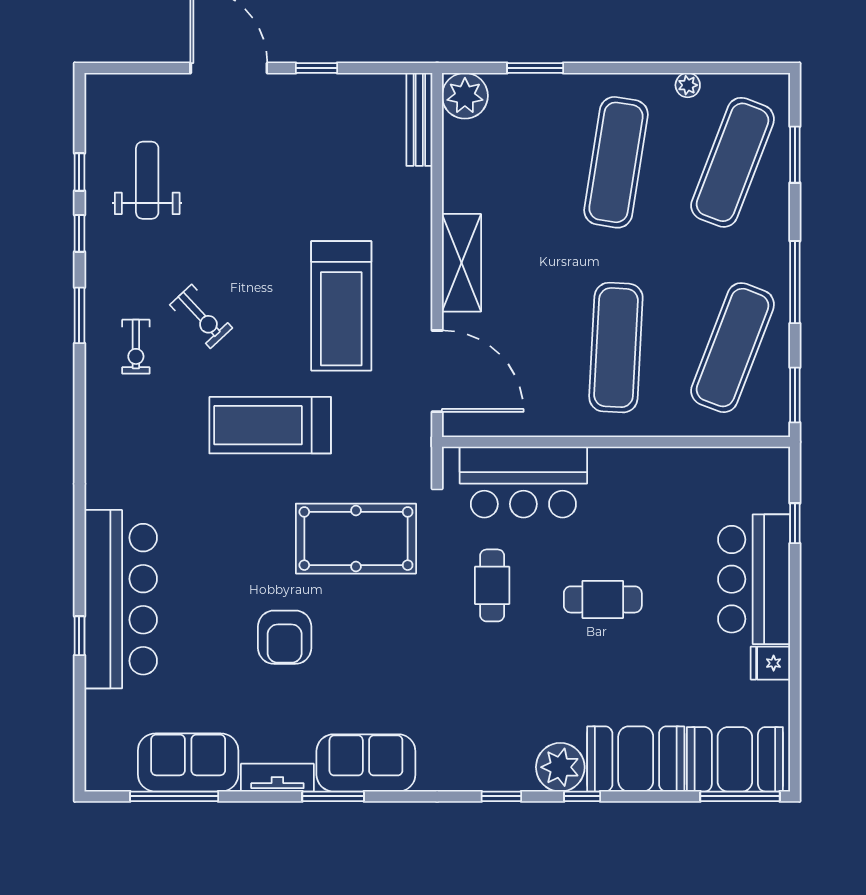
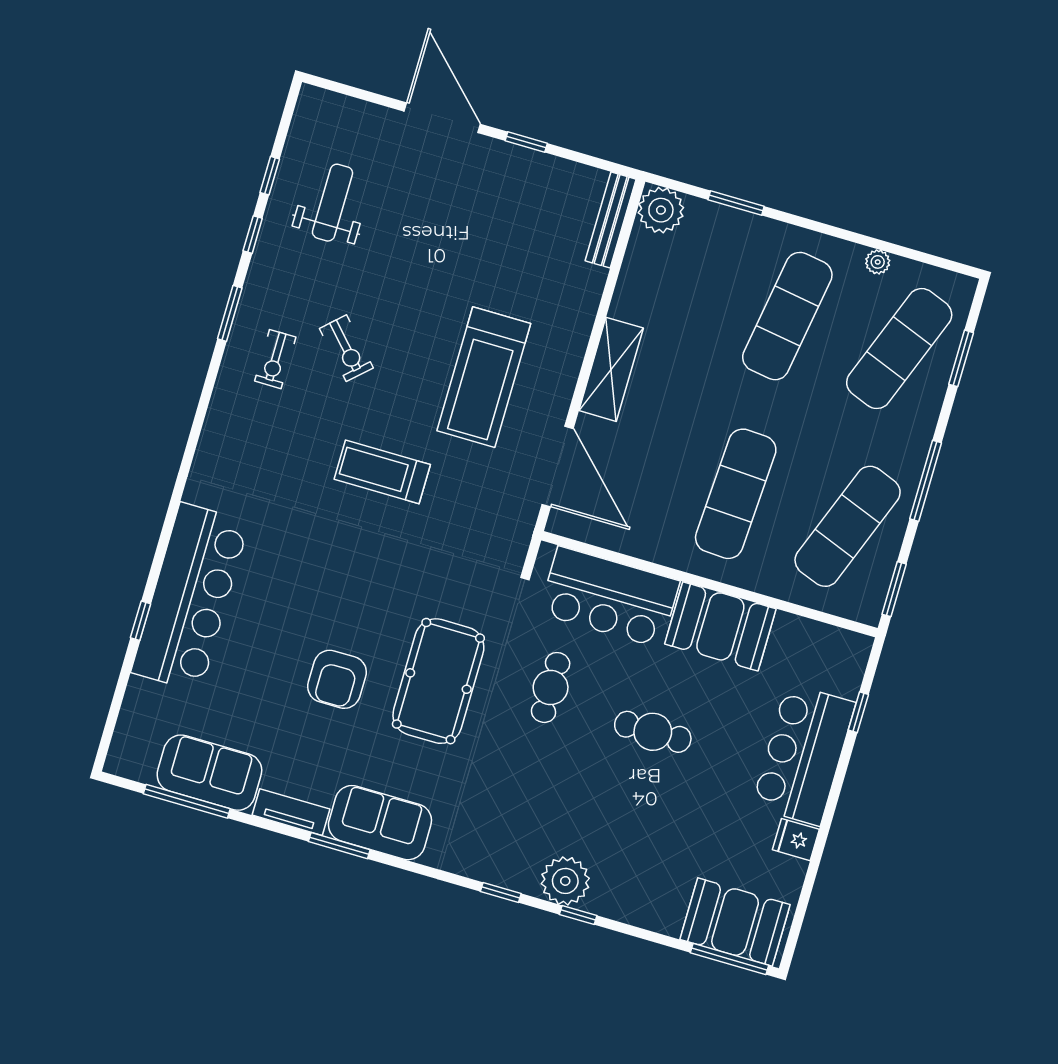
treadmill: (270, 425) -> (382, 472), width x0.73, depth x0.73
pool table: (356, 539) -> (438, 681), moved, turned 90
booth: (636, 759) -> (720, 626), moved

